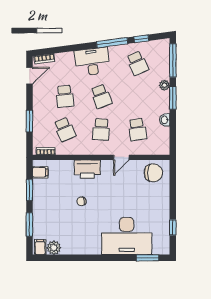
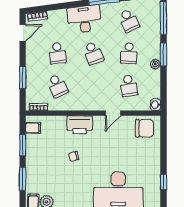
plant: (164, 85) -> (155, 64), moved
washbasin: (165, 120) -> (156, 105), moved
school desk: (101, 129) -> (129, 53), moved

